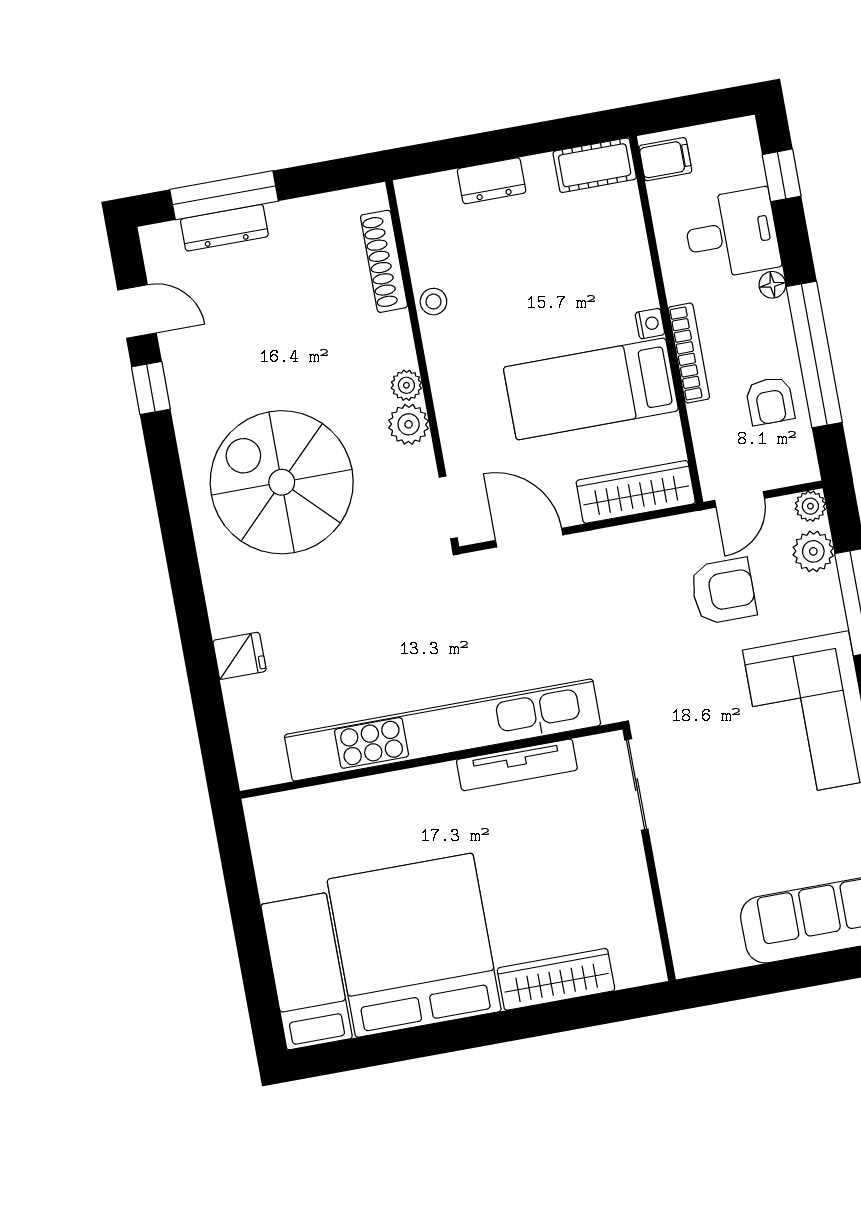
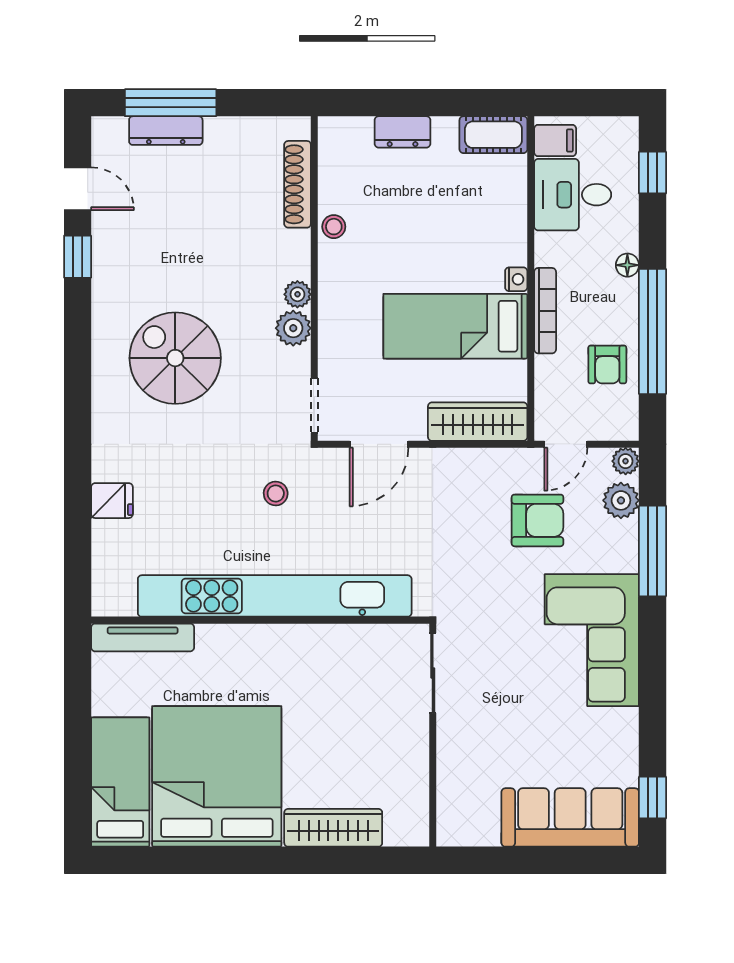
desk: (732, 234) -> (573, 195), moved, turned 180
spiral stairs: (282, 482) -> (175, 358), width x0.73, depth x0.73
door: (529, 538) -> (379, 444), swing flipped
stool: (423, 614) -> (276, 493), added
tv unit: (517, 765) -> (143, 637), moved

